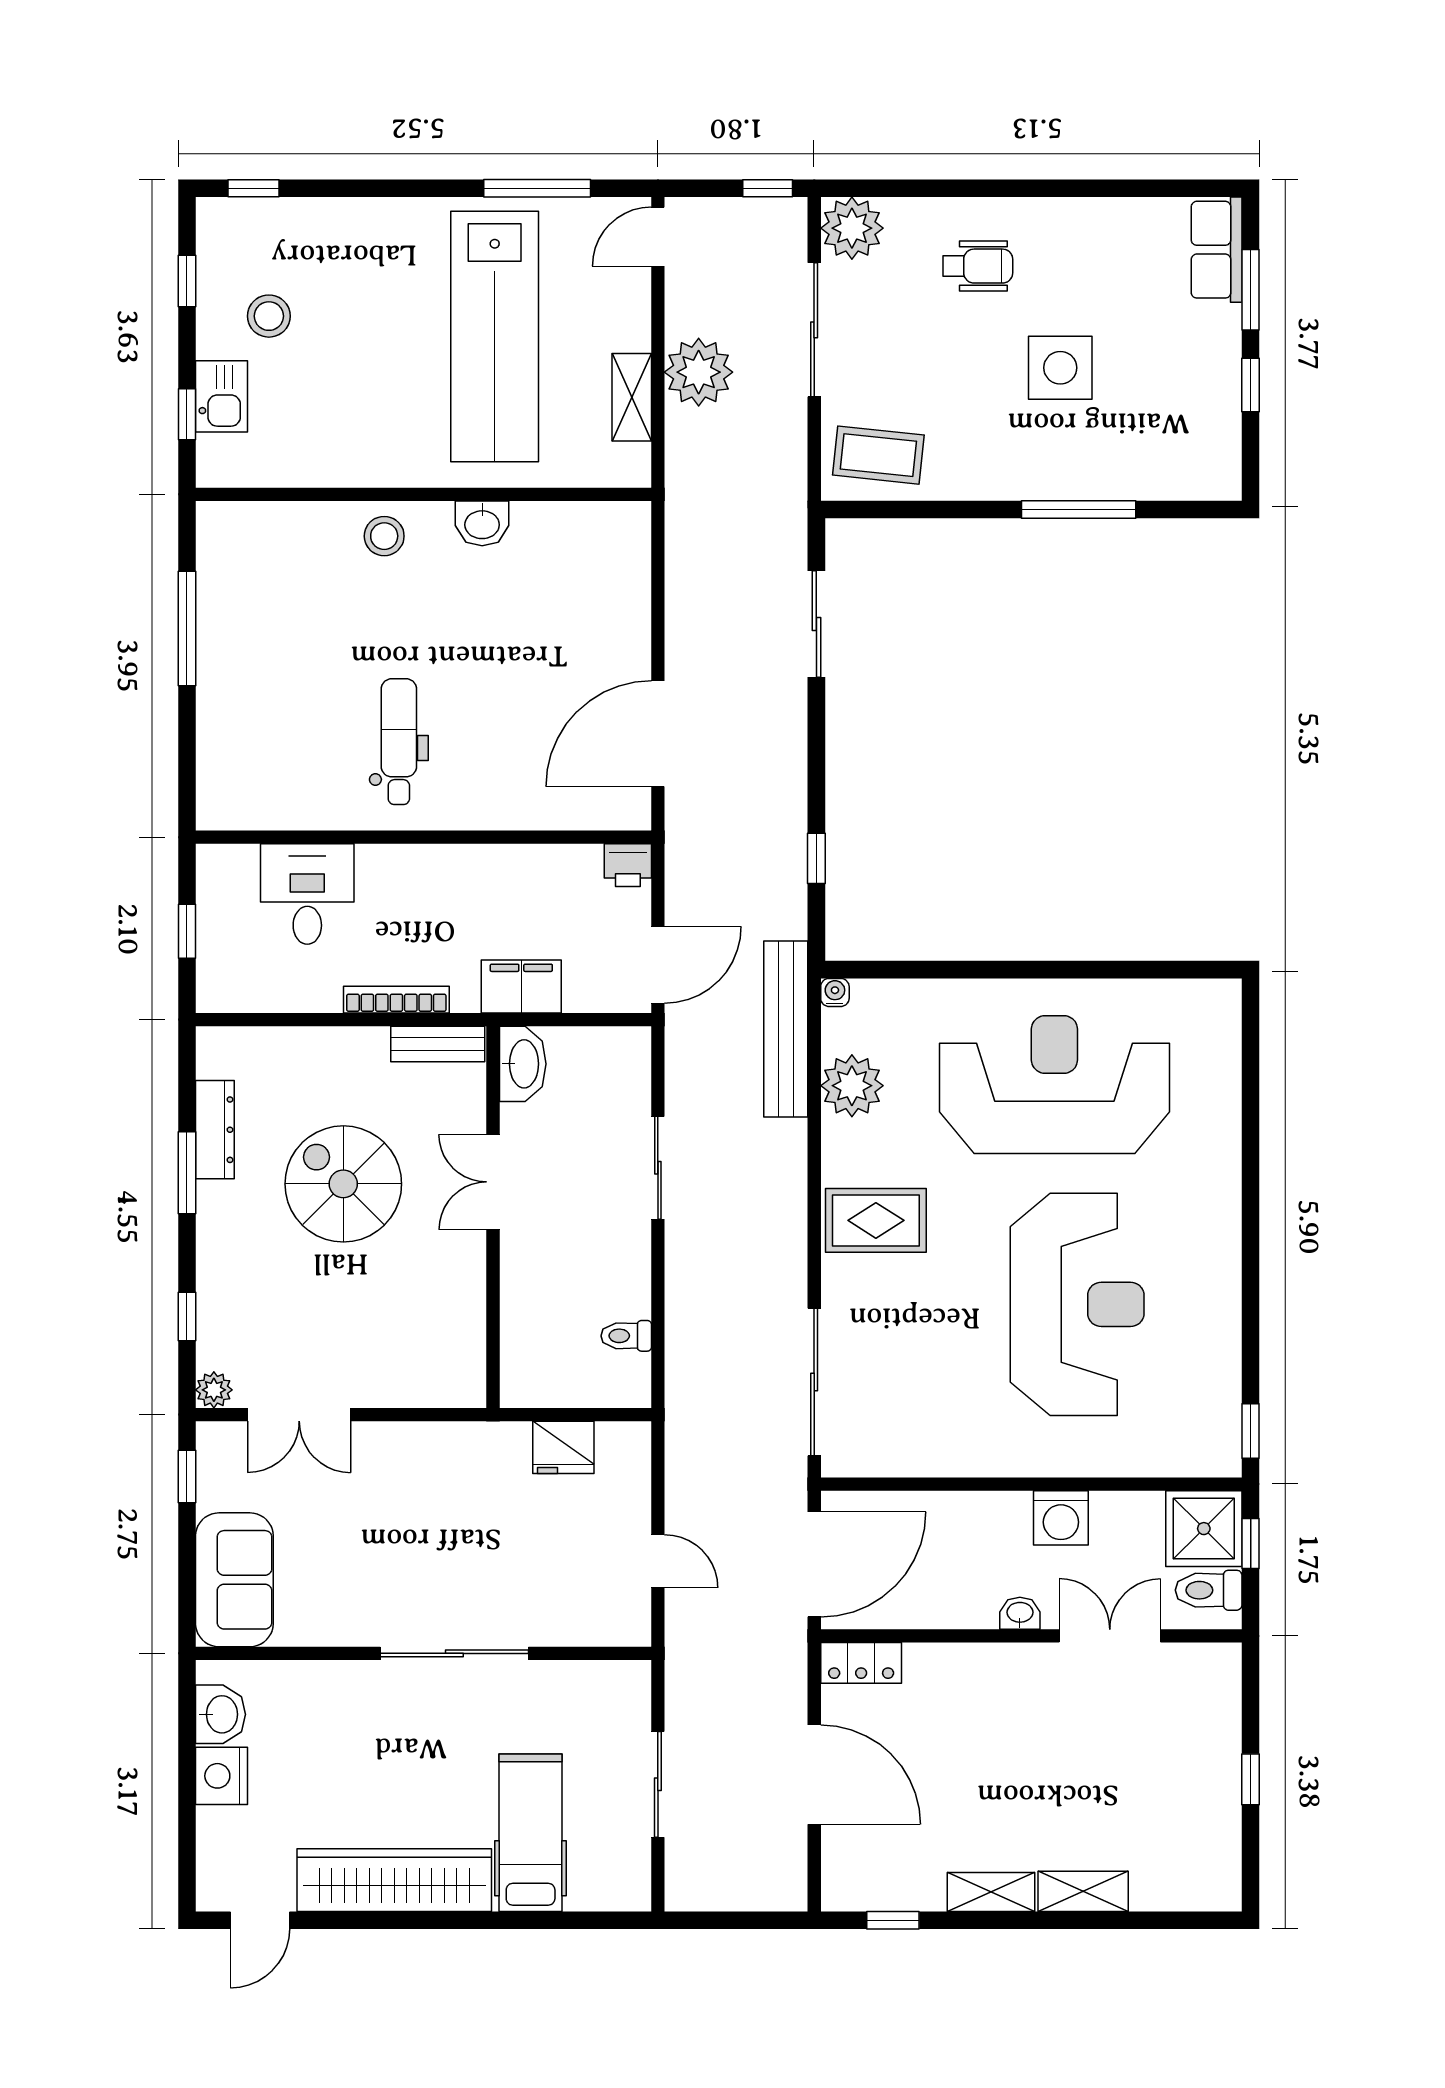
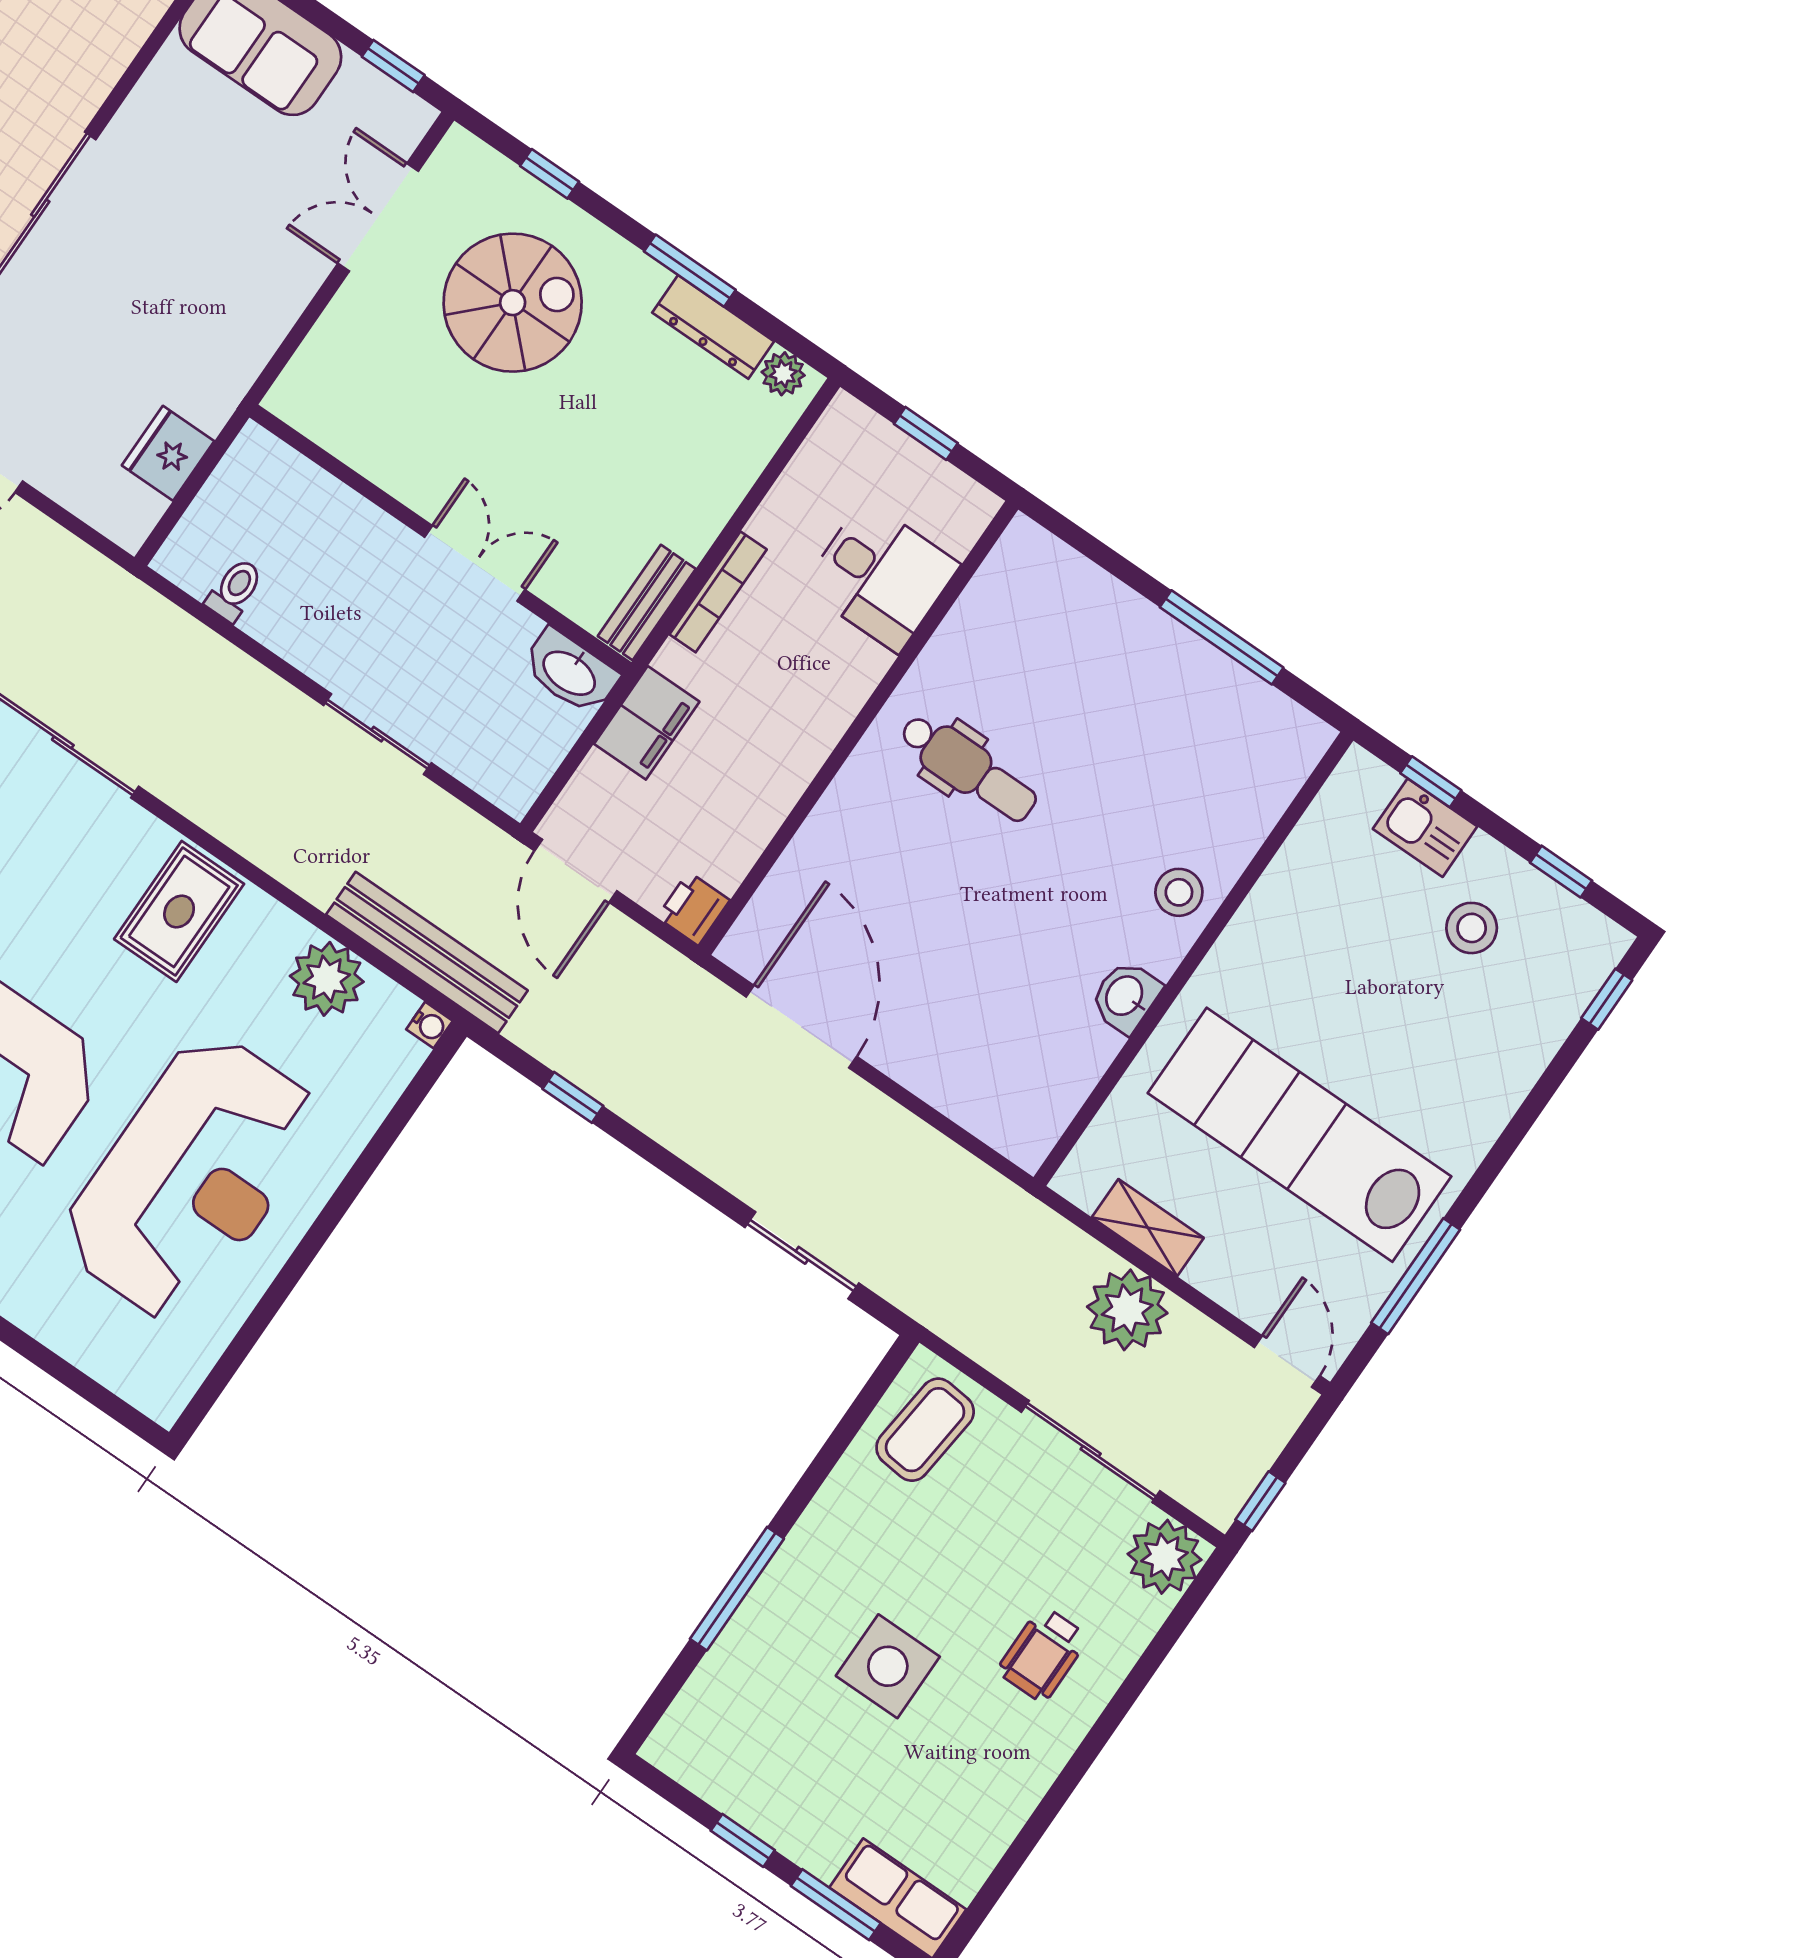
spiral stairs: (343, 1184) -> (513, 303), moved
plant: (214, 1390) -> (783, 374), moved

